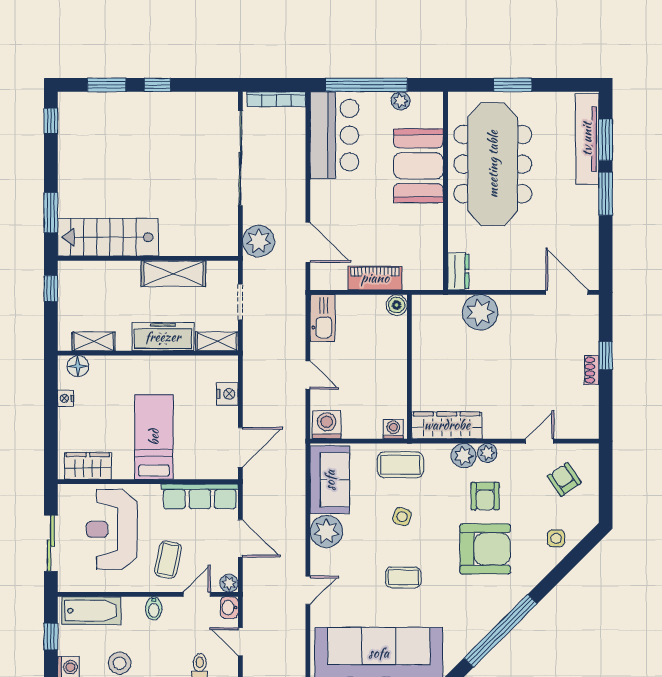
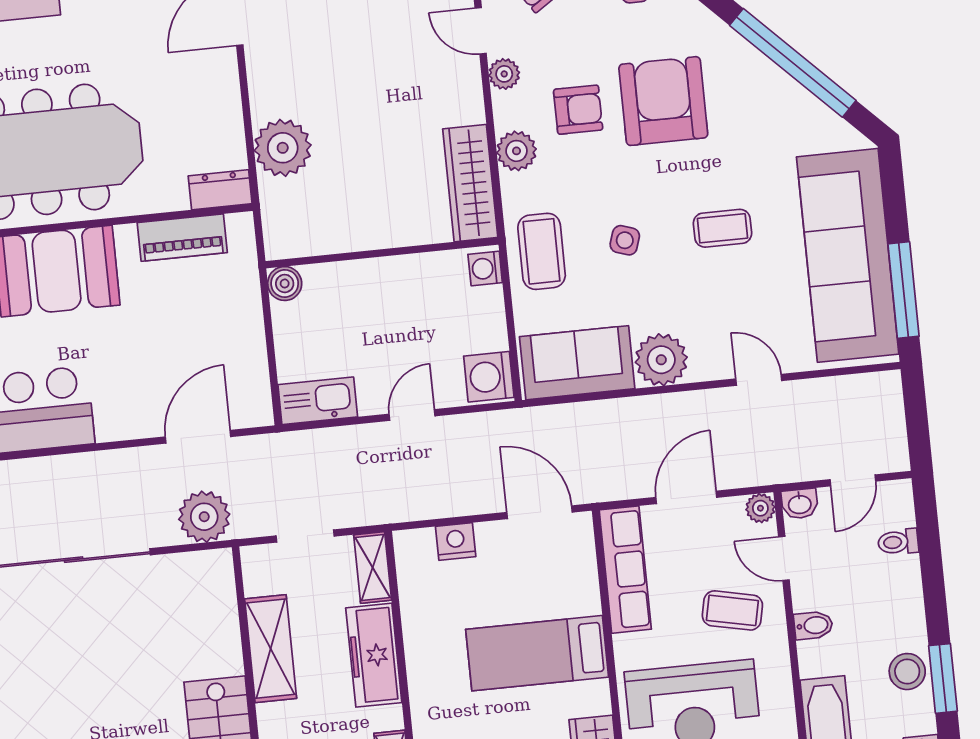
piano: (375, 278) -> (182, 238), moved, turned -90
plant: (487, 453) -> (504, 74), moved
coffee table: (403, 577) -> (722, 228), turned 90

